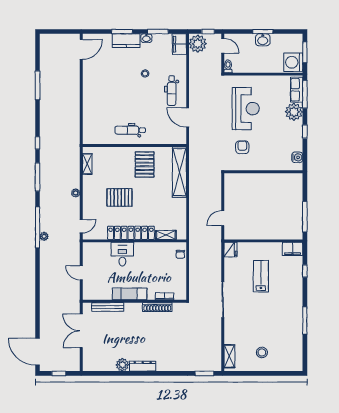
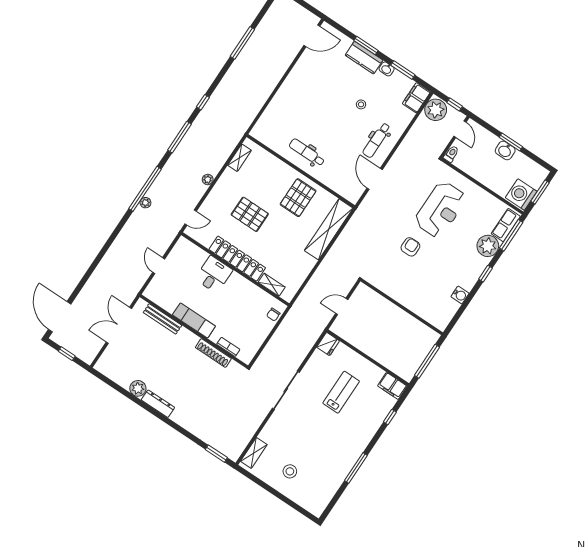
wall: (263, 172) -> (402, 307), moved

